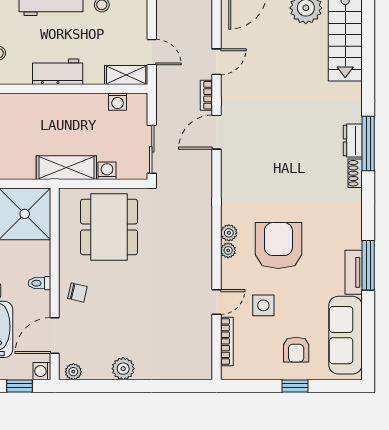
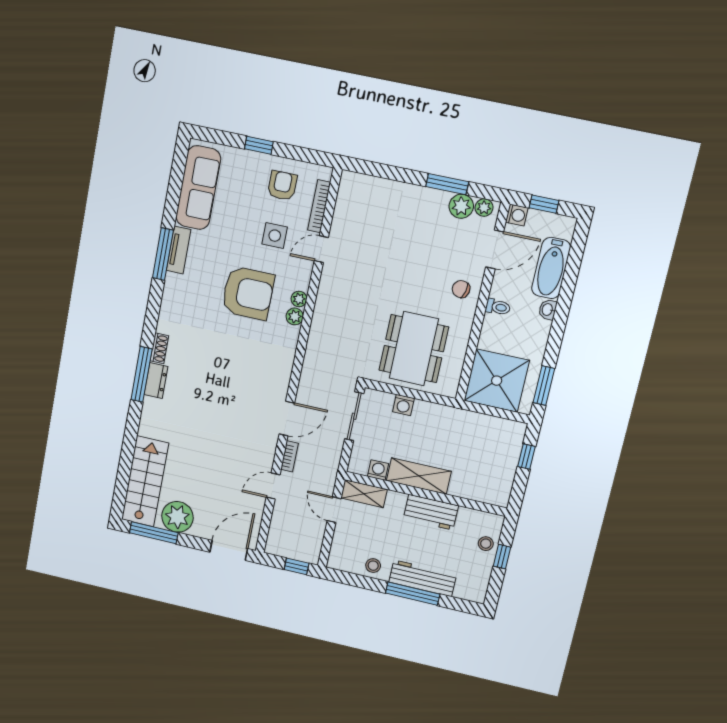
shelving: (66, 168) -> (419, 476), moved
armchair: (278, 246) -> (248, 293), turned -90
armchair: (296, 350) -> (282, 186), moved
plant: (123, 369) -> (461, 206), moved
window: (112, 386) -> (447, 184), added

